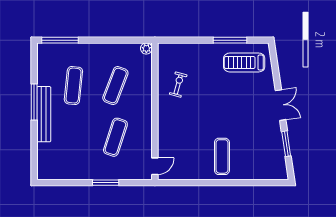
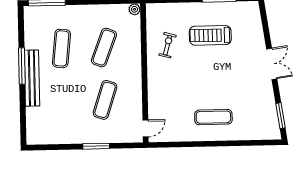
treadmill: (244, 62) -> (210, 35), moved
window: (286, 144) -> (280, 116), moved
exercise mat: (222, 156) -> (213, 117), turned 90

